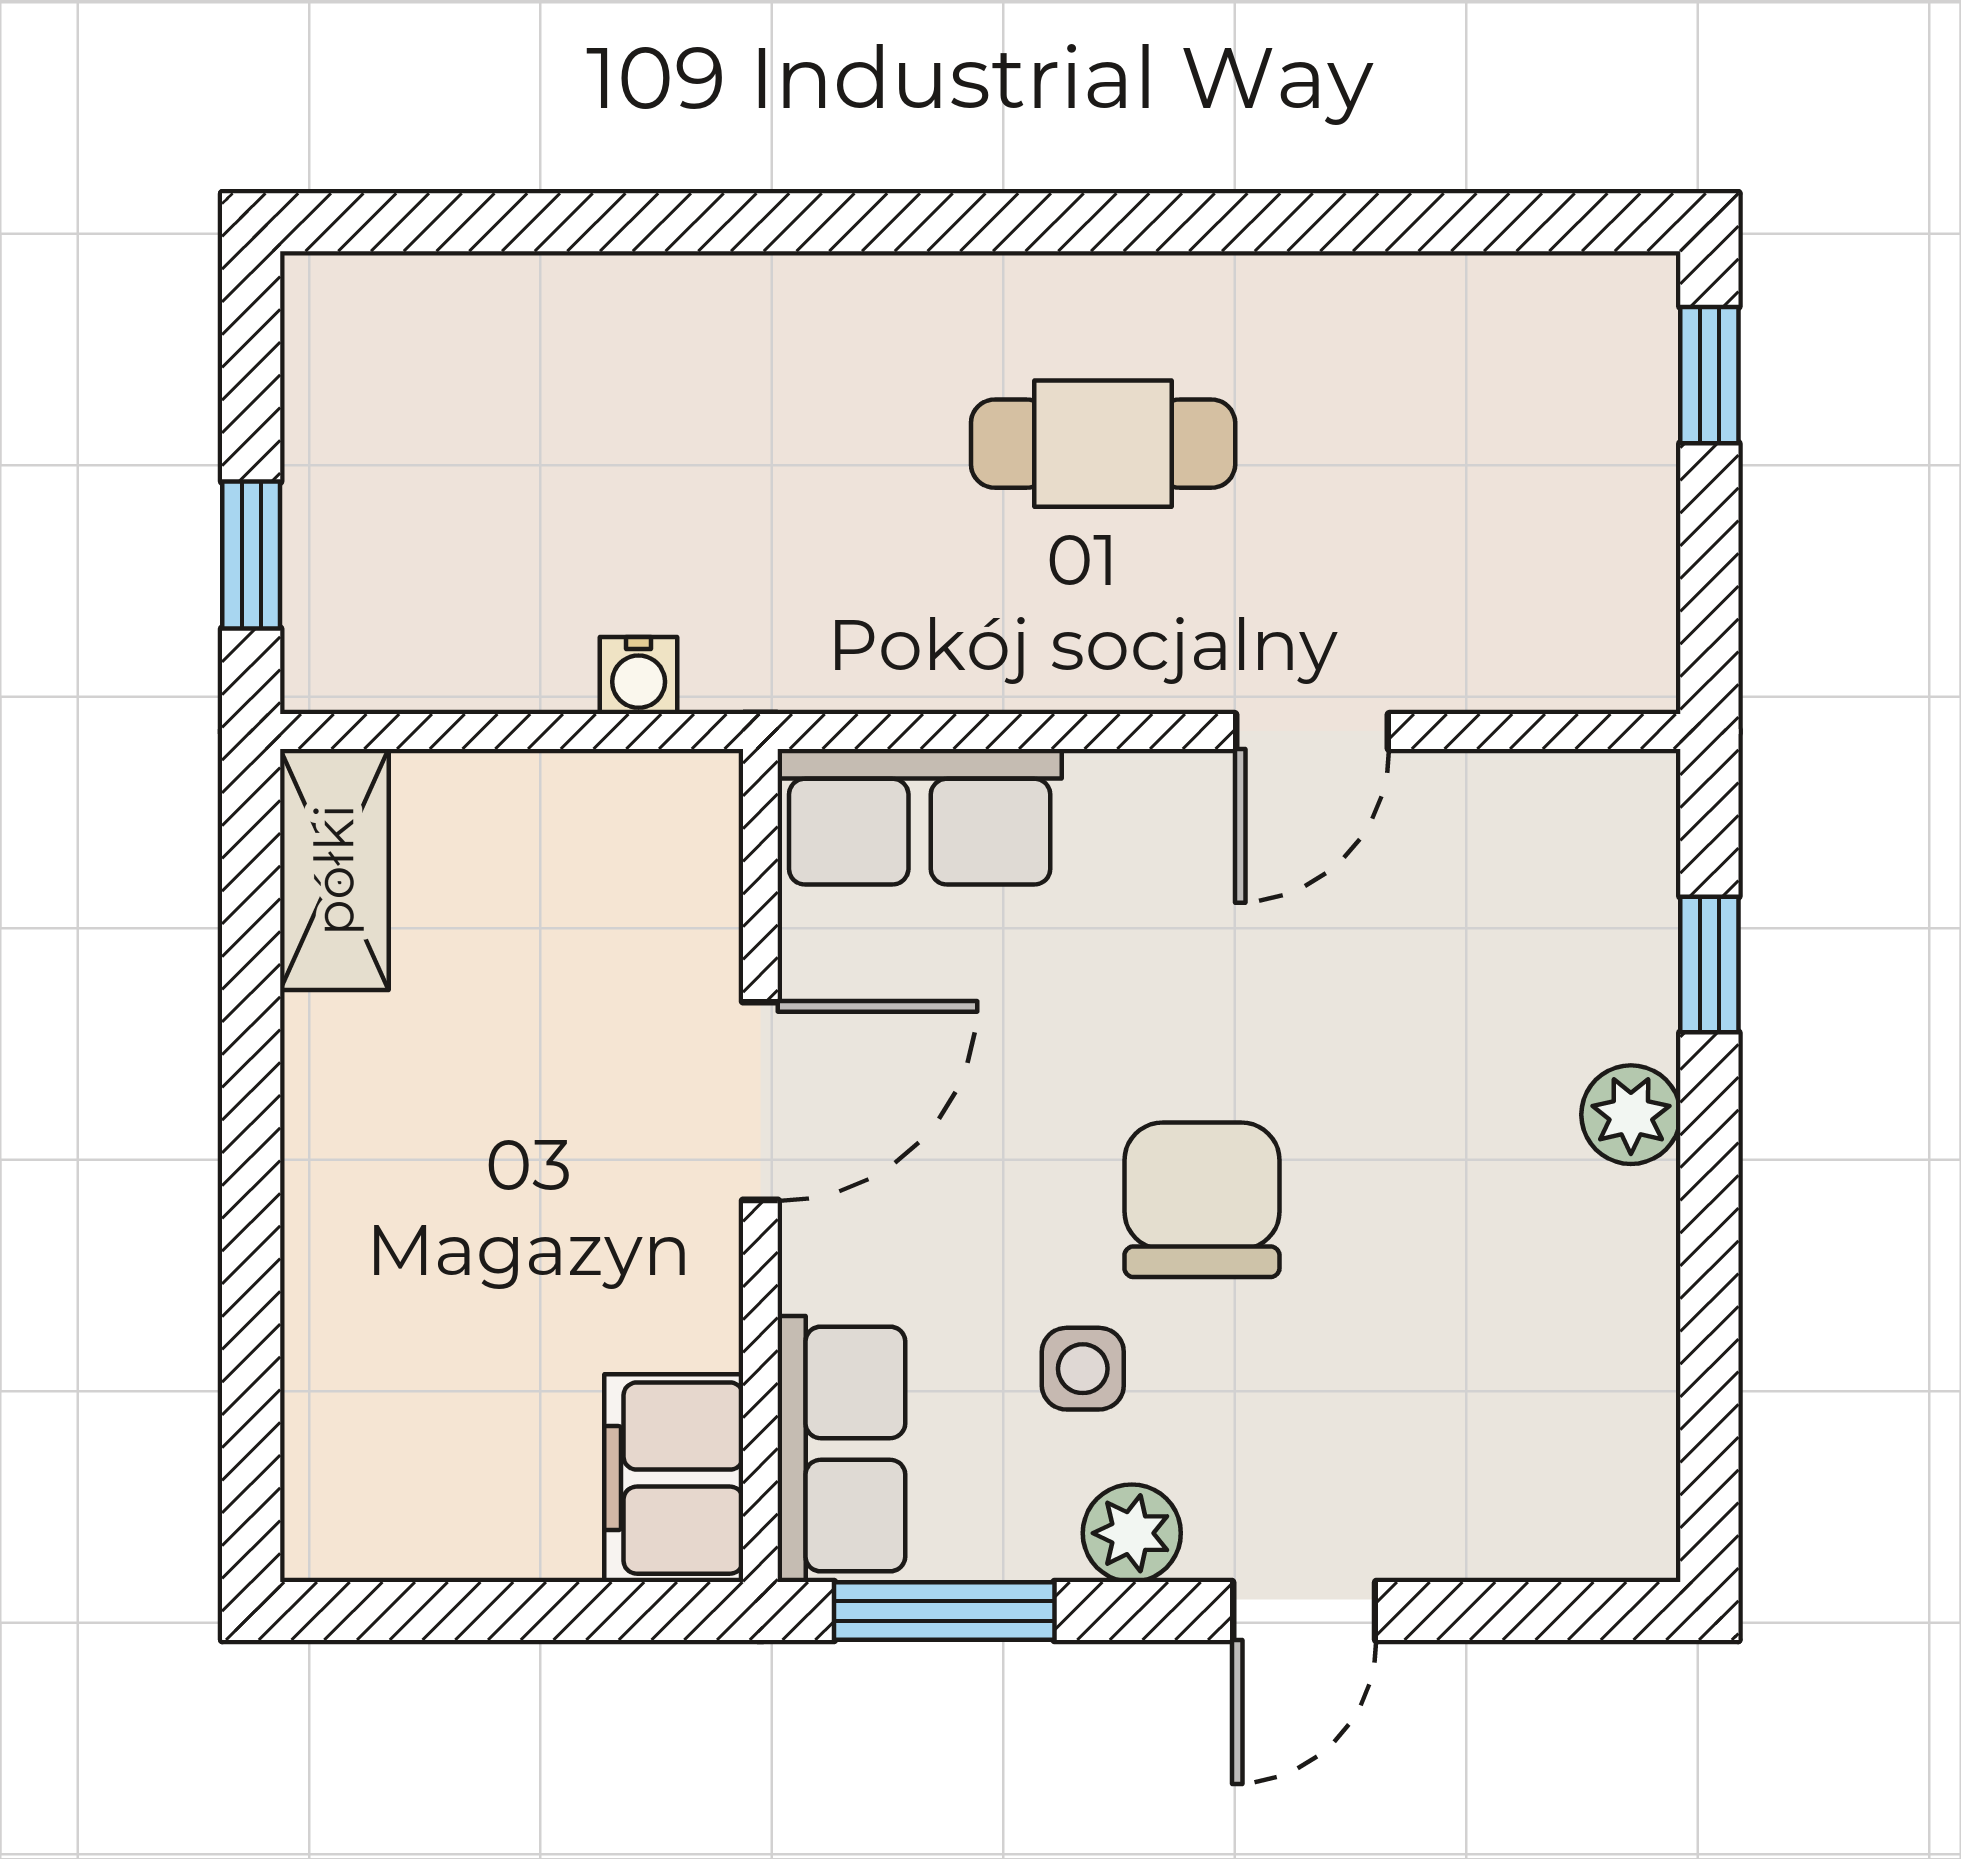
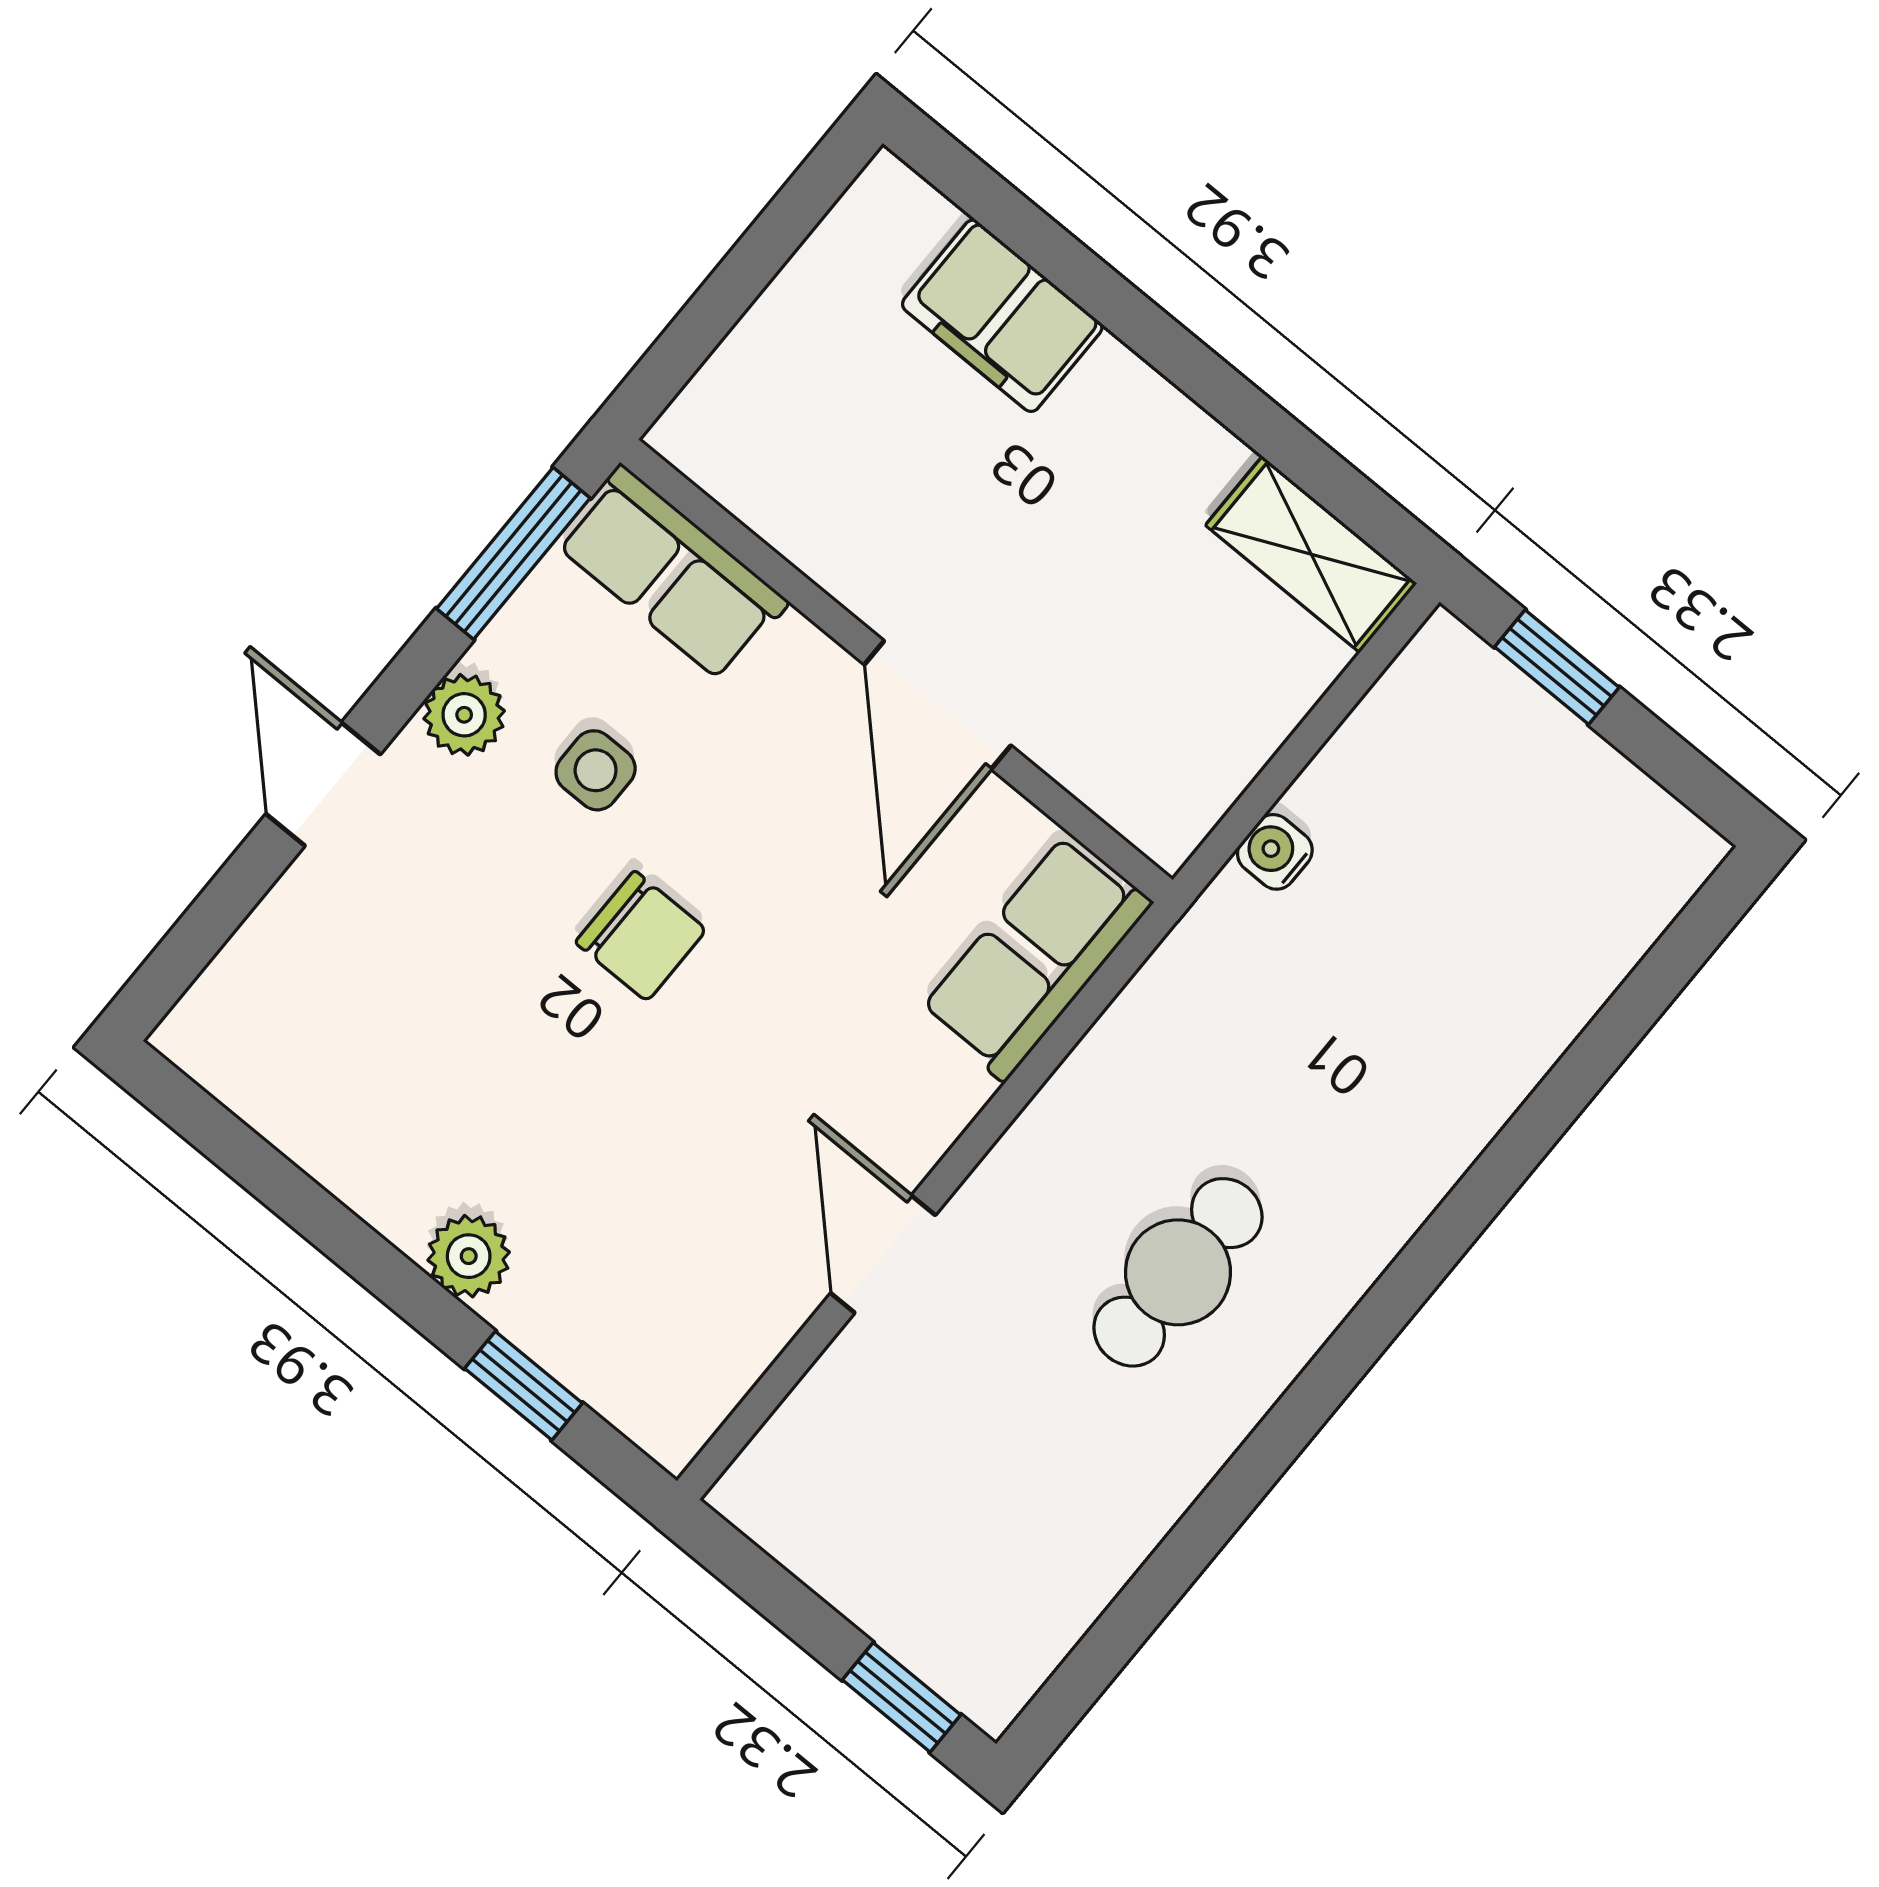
chair: (1202, 1200) -> (641, 936), width x0.73, depth x0.73
filing cabinet: (674, 1478) -> (1002, 316), moved, turned 180

